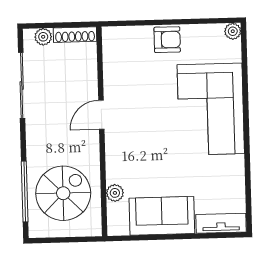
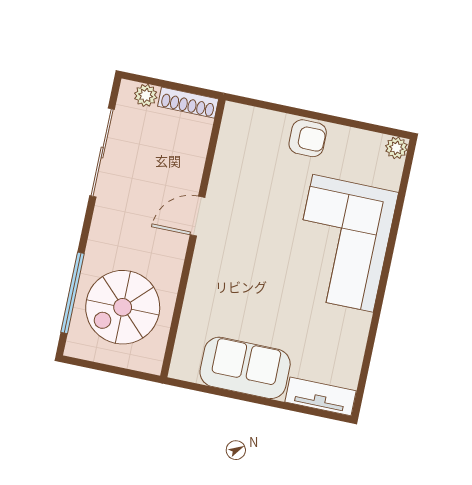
spiral stairs: (63, 193) -> (123, 307), turned 180
plant: (115, 193) -> (191, 323), removed

